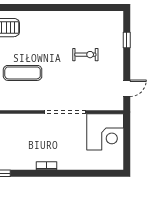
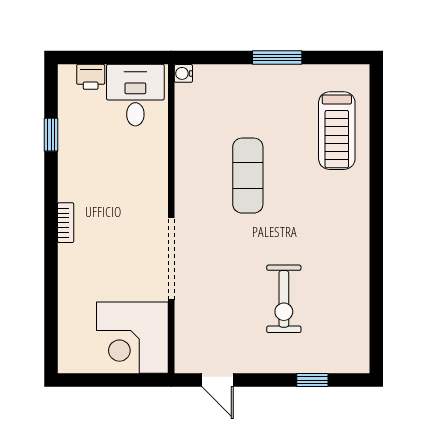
exercise bike: (85, 55) -> (284, 299), width x1.38, depth x1.39

